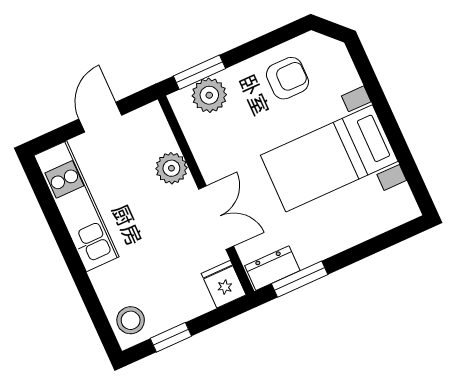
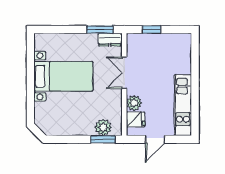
armchair: (287, 78) -> (66, 119), removed
fridge: (224, 284) -> (136, 119), moved, turned -90
stool: (131, 320) -> (182, 45), removed
window: (171, 337) -> (152, 29), moved

